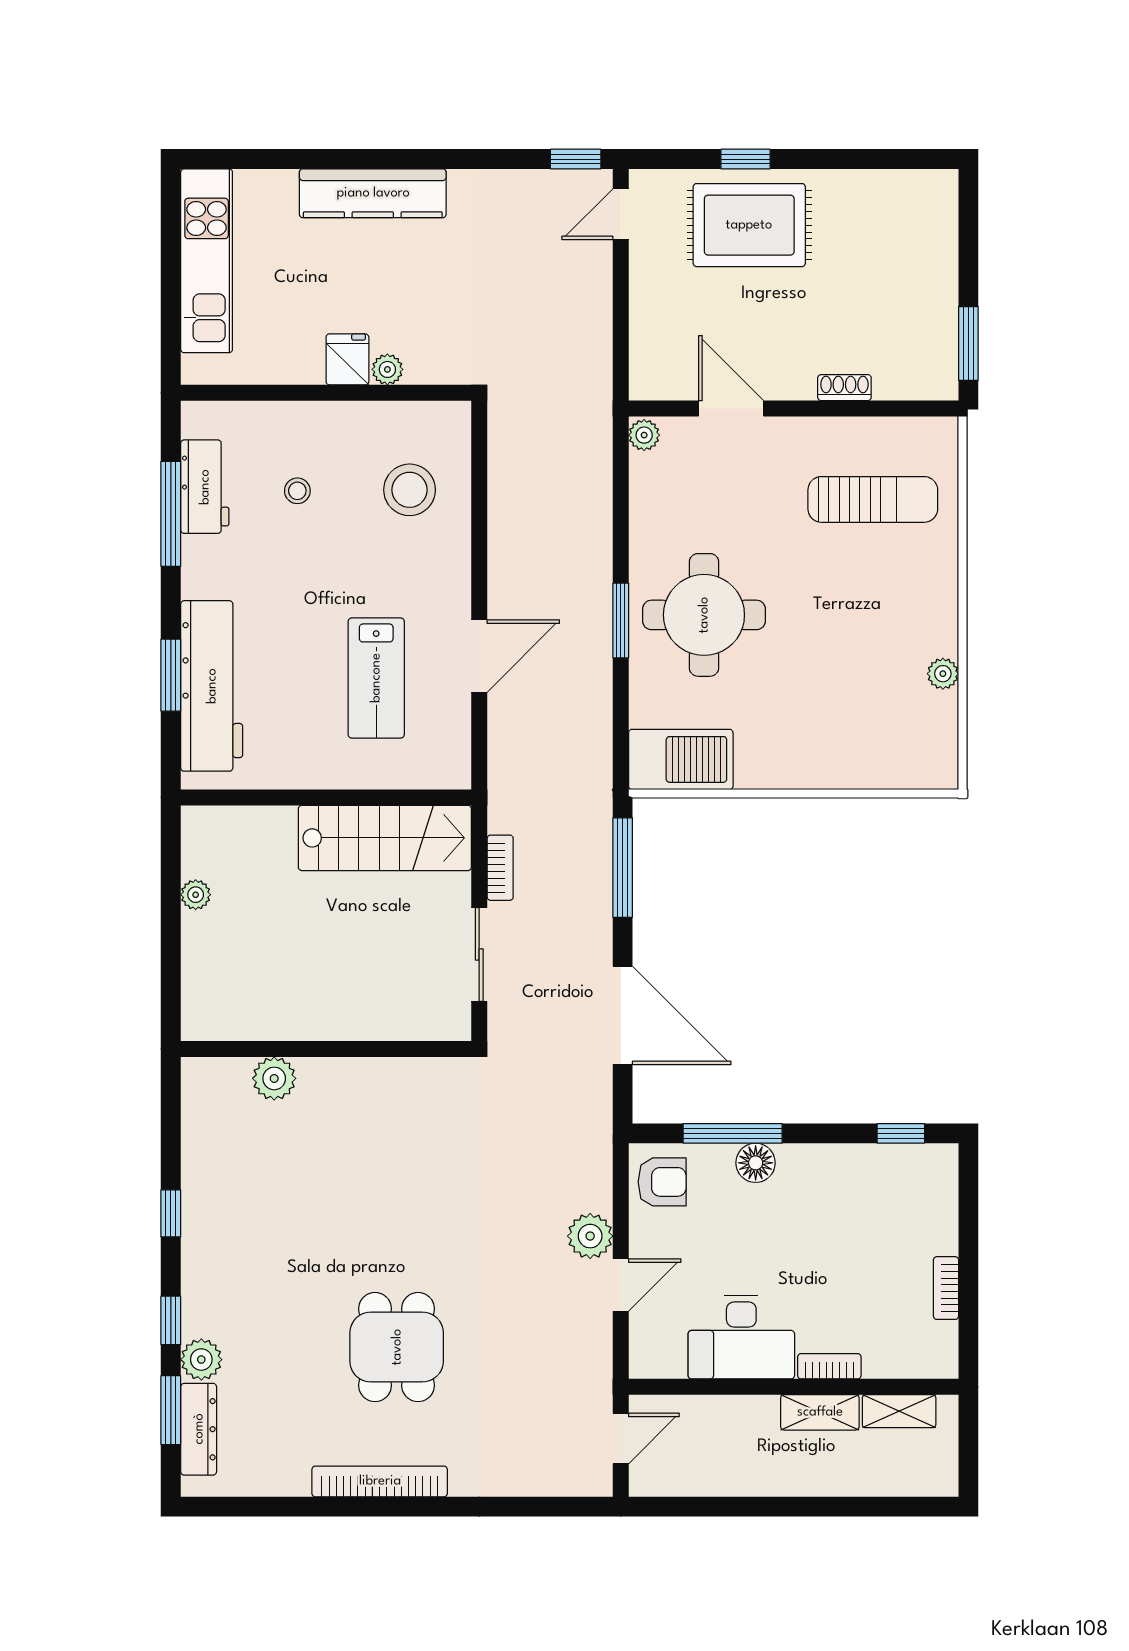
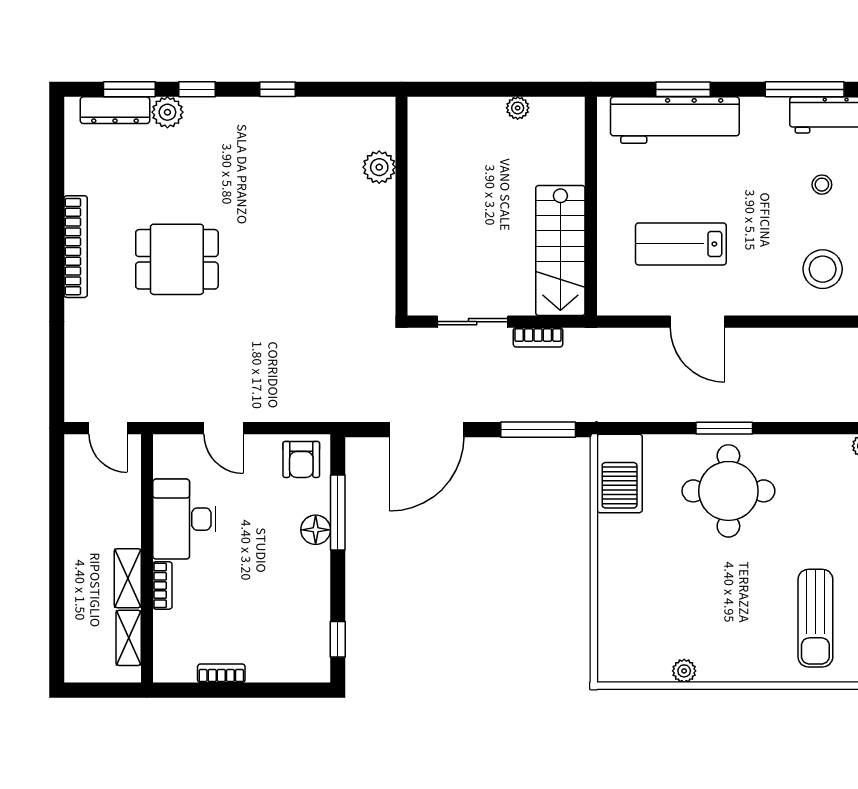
plant: (590, 1236) -> (260, 405), removed

